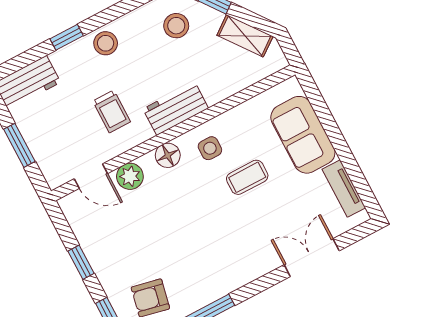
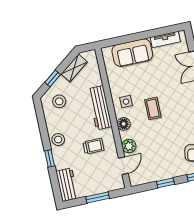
workbench: (176, 109) -> (100, 108), width x1.38
coffee table: (247, 177) -> (153, 108), moved

